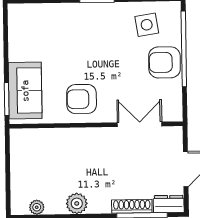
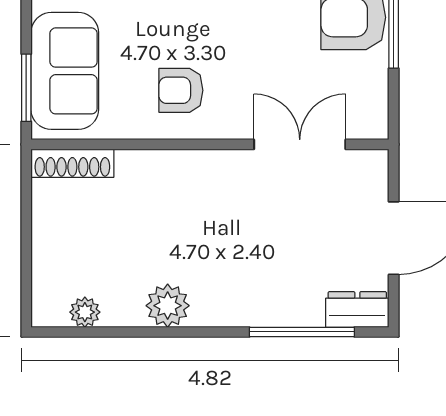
armchair: (82, 99) -> (181, 90), width x0.72, depth x0.72
shoe rack: (132, 206) -> (72, 163), moved, turned 180

